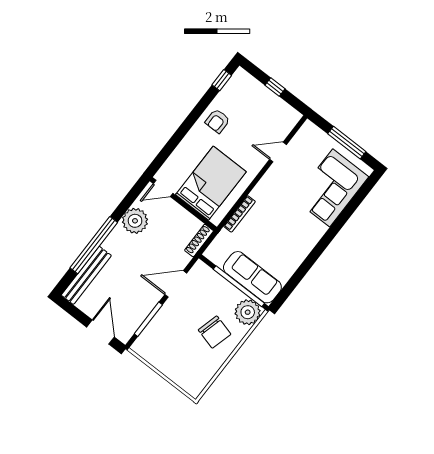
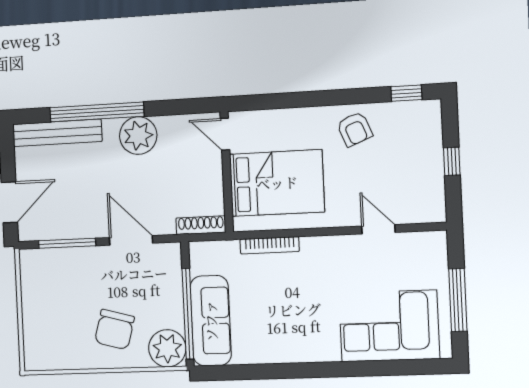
armchair: (217, 121) -> (355, 129), turned -112
plant: (135, 221) -> (138, 136), moved

